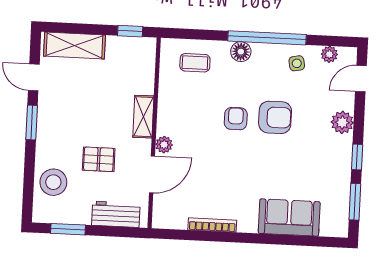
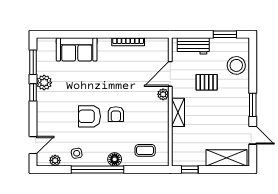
plant: (342, 122) -> (44, 83), moved

